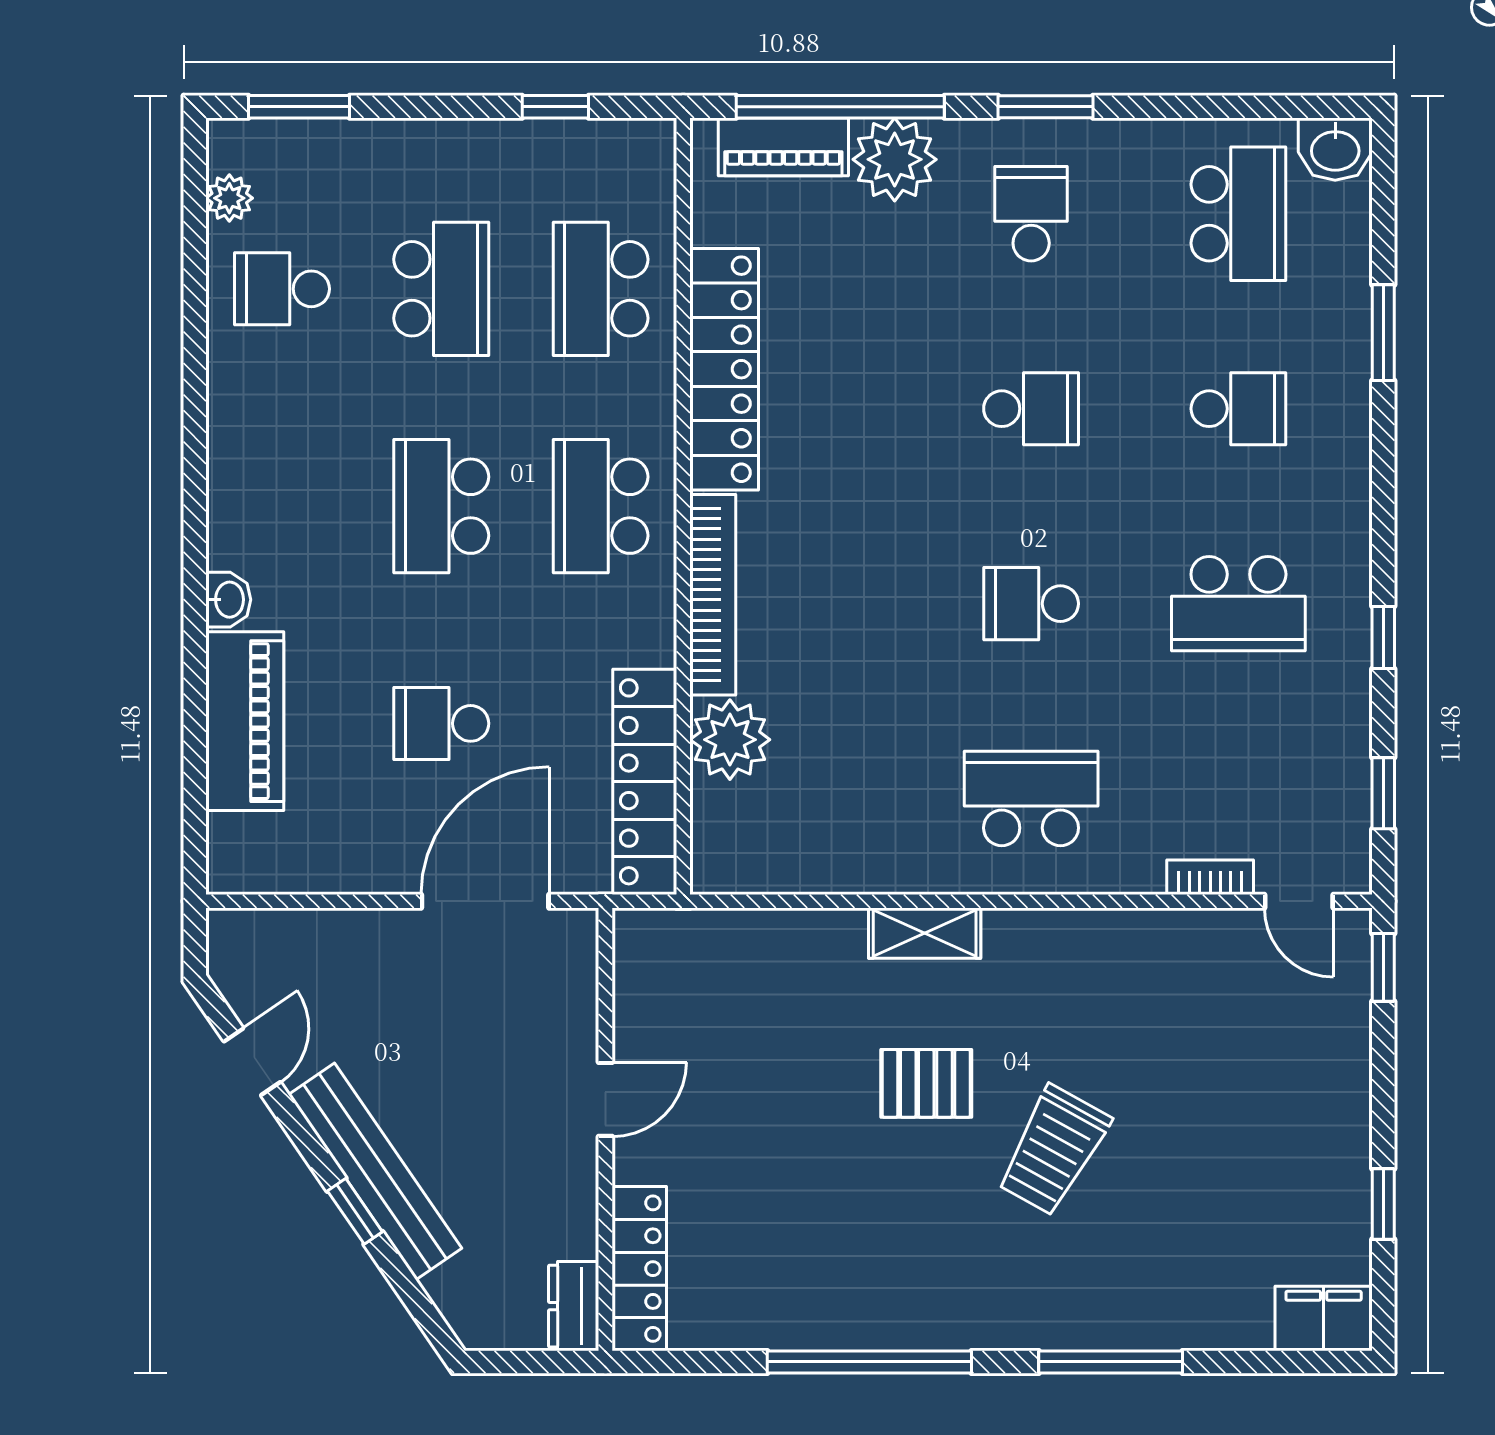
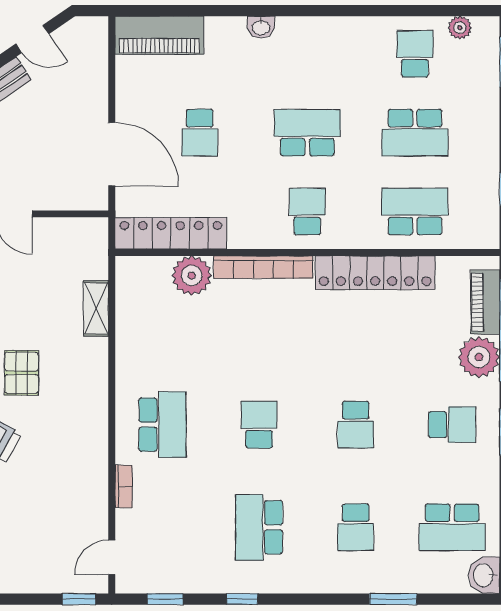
school desk: (601, 506) -> (307, 211), width x0.54
piano: (245, 721) -> (159, 35), moved
school desk: (441, 723) -> (200, 133), turned 180
bookcase: (1210, 877) -> (124, 487), moved
shelving: (925, 933) -> (96, 308), moved

